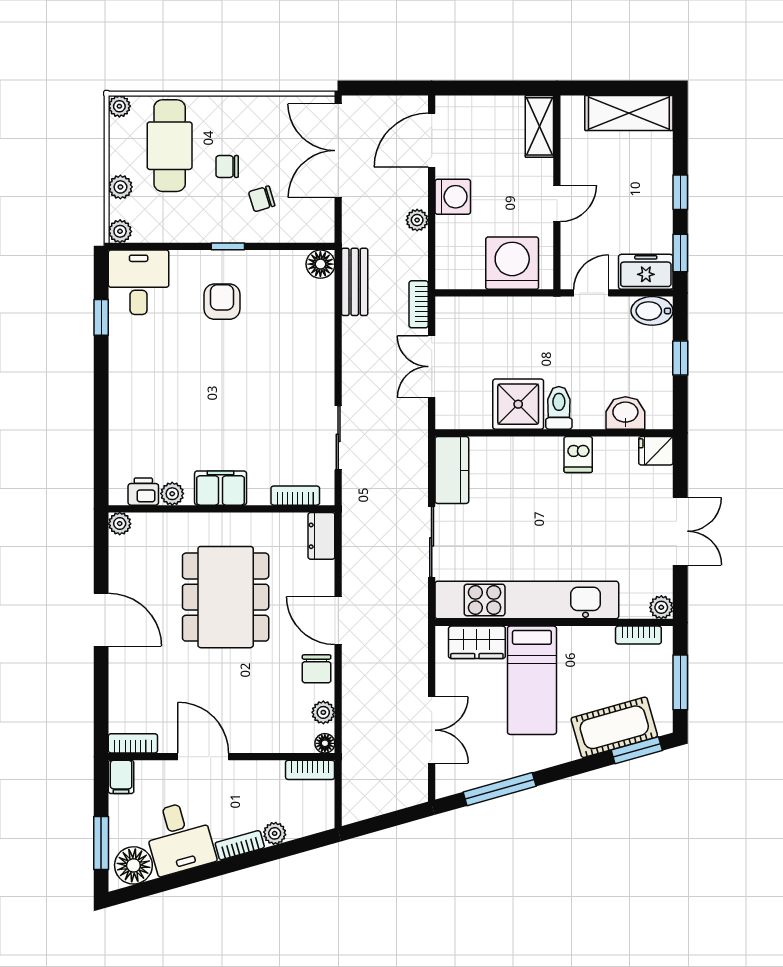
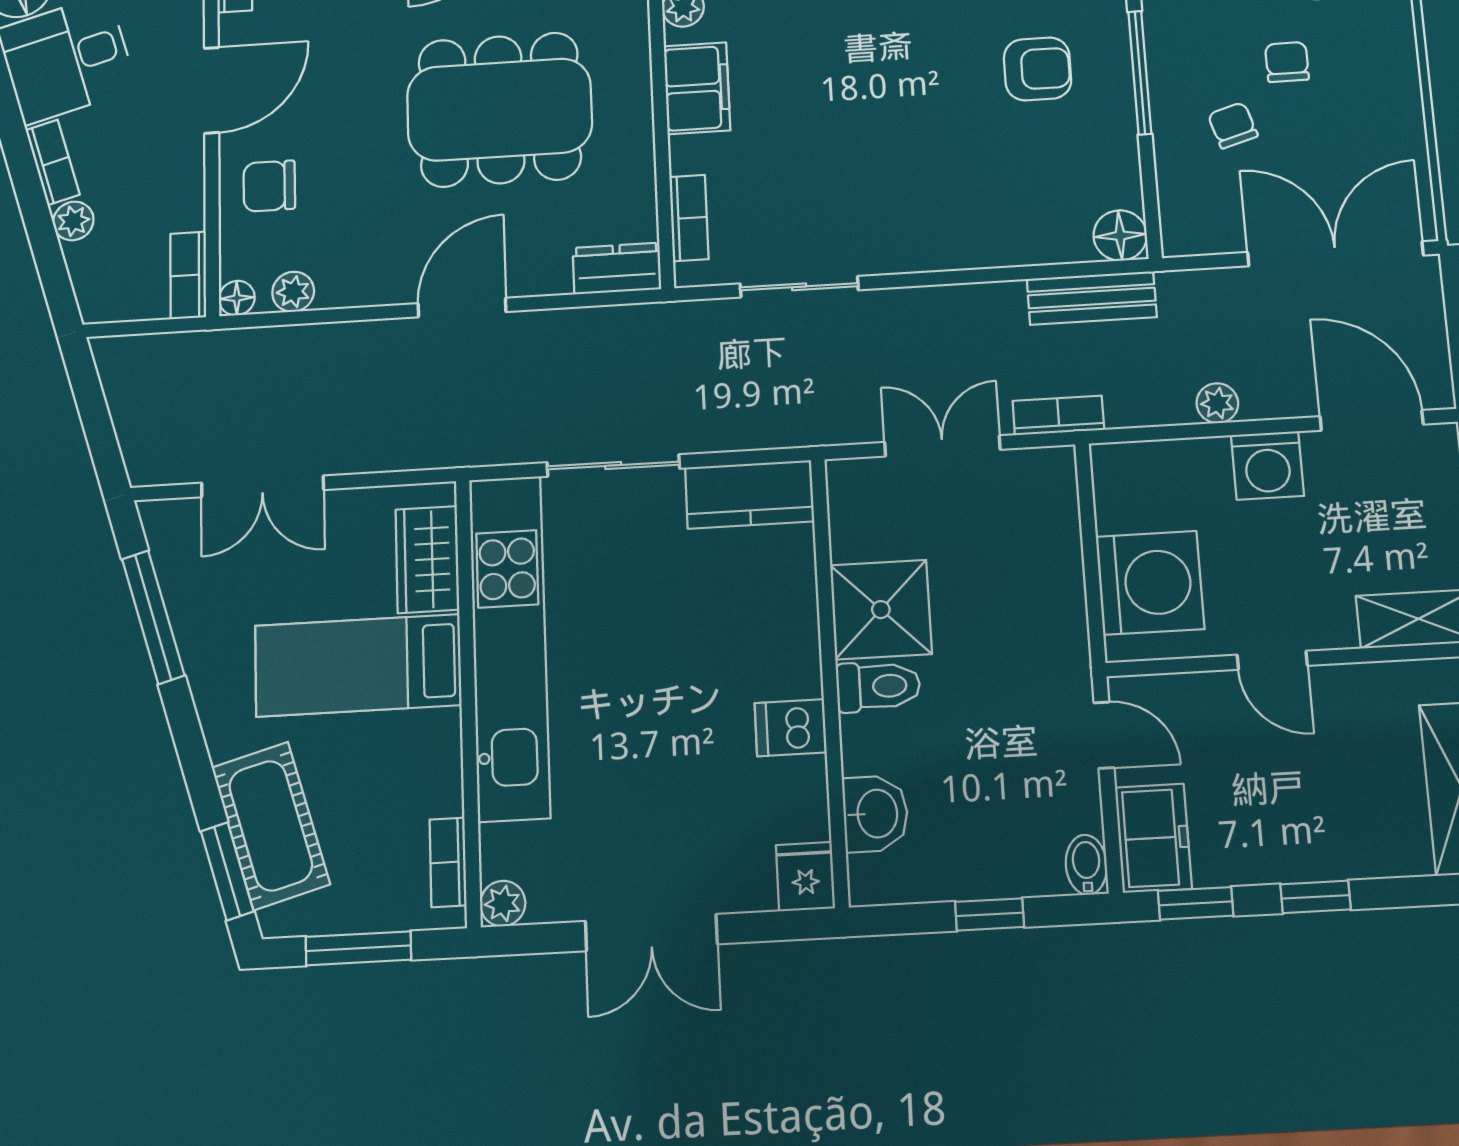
window: (228, 246) -> (1140, 73), width x2.17
bidet: (652, 311) -> (1086, 865), width x0.72, depth x0.74
chair: (317, 669) -> (269, 186), moved

